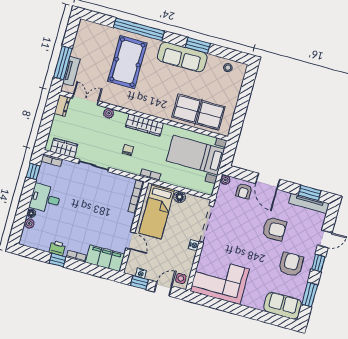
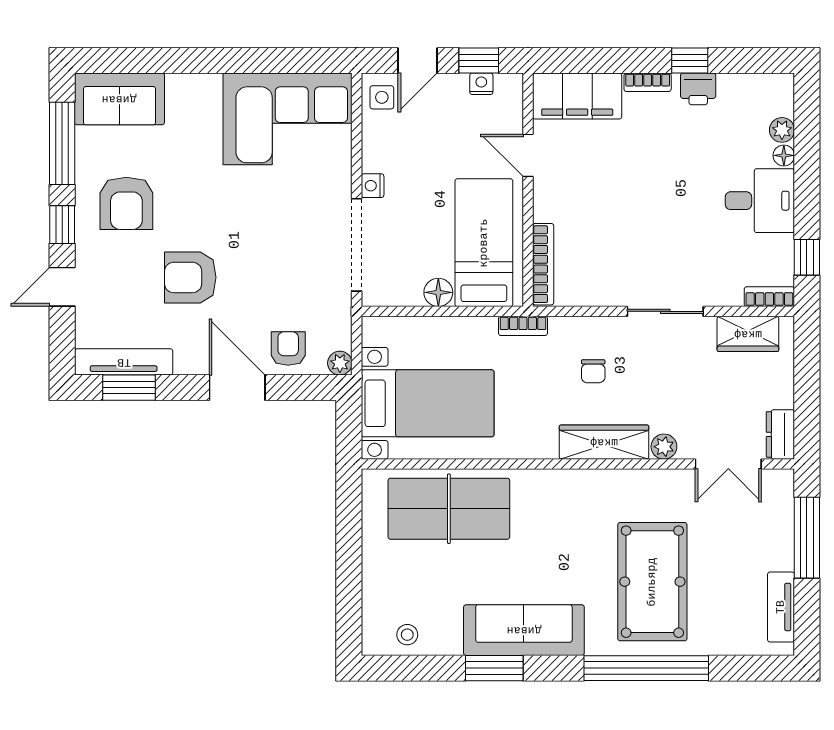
tv unit: (71, 71) -> (781, 607), moved
wardrobe: (144, 125) -> (604, 442), moved
window: (310, 295) -> (62, 143), width x1.44

